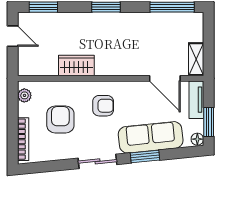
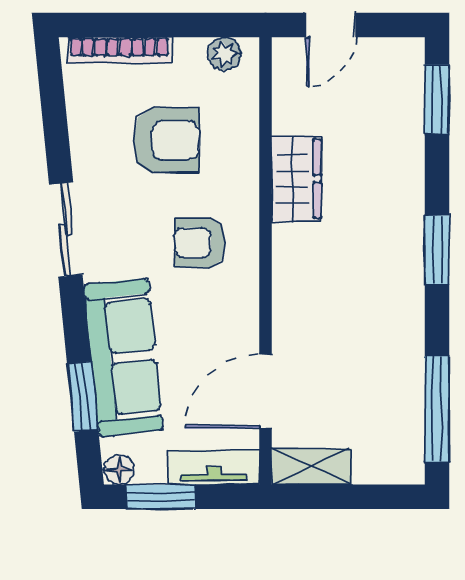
door: (13, 36) -> (331, 25), moved
armchair: (103, 106) -> (200, 243), turned 90
window: (145, 157) -> (83, 397), moved

